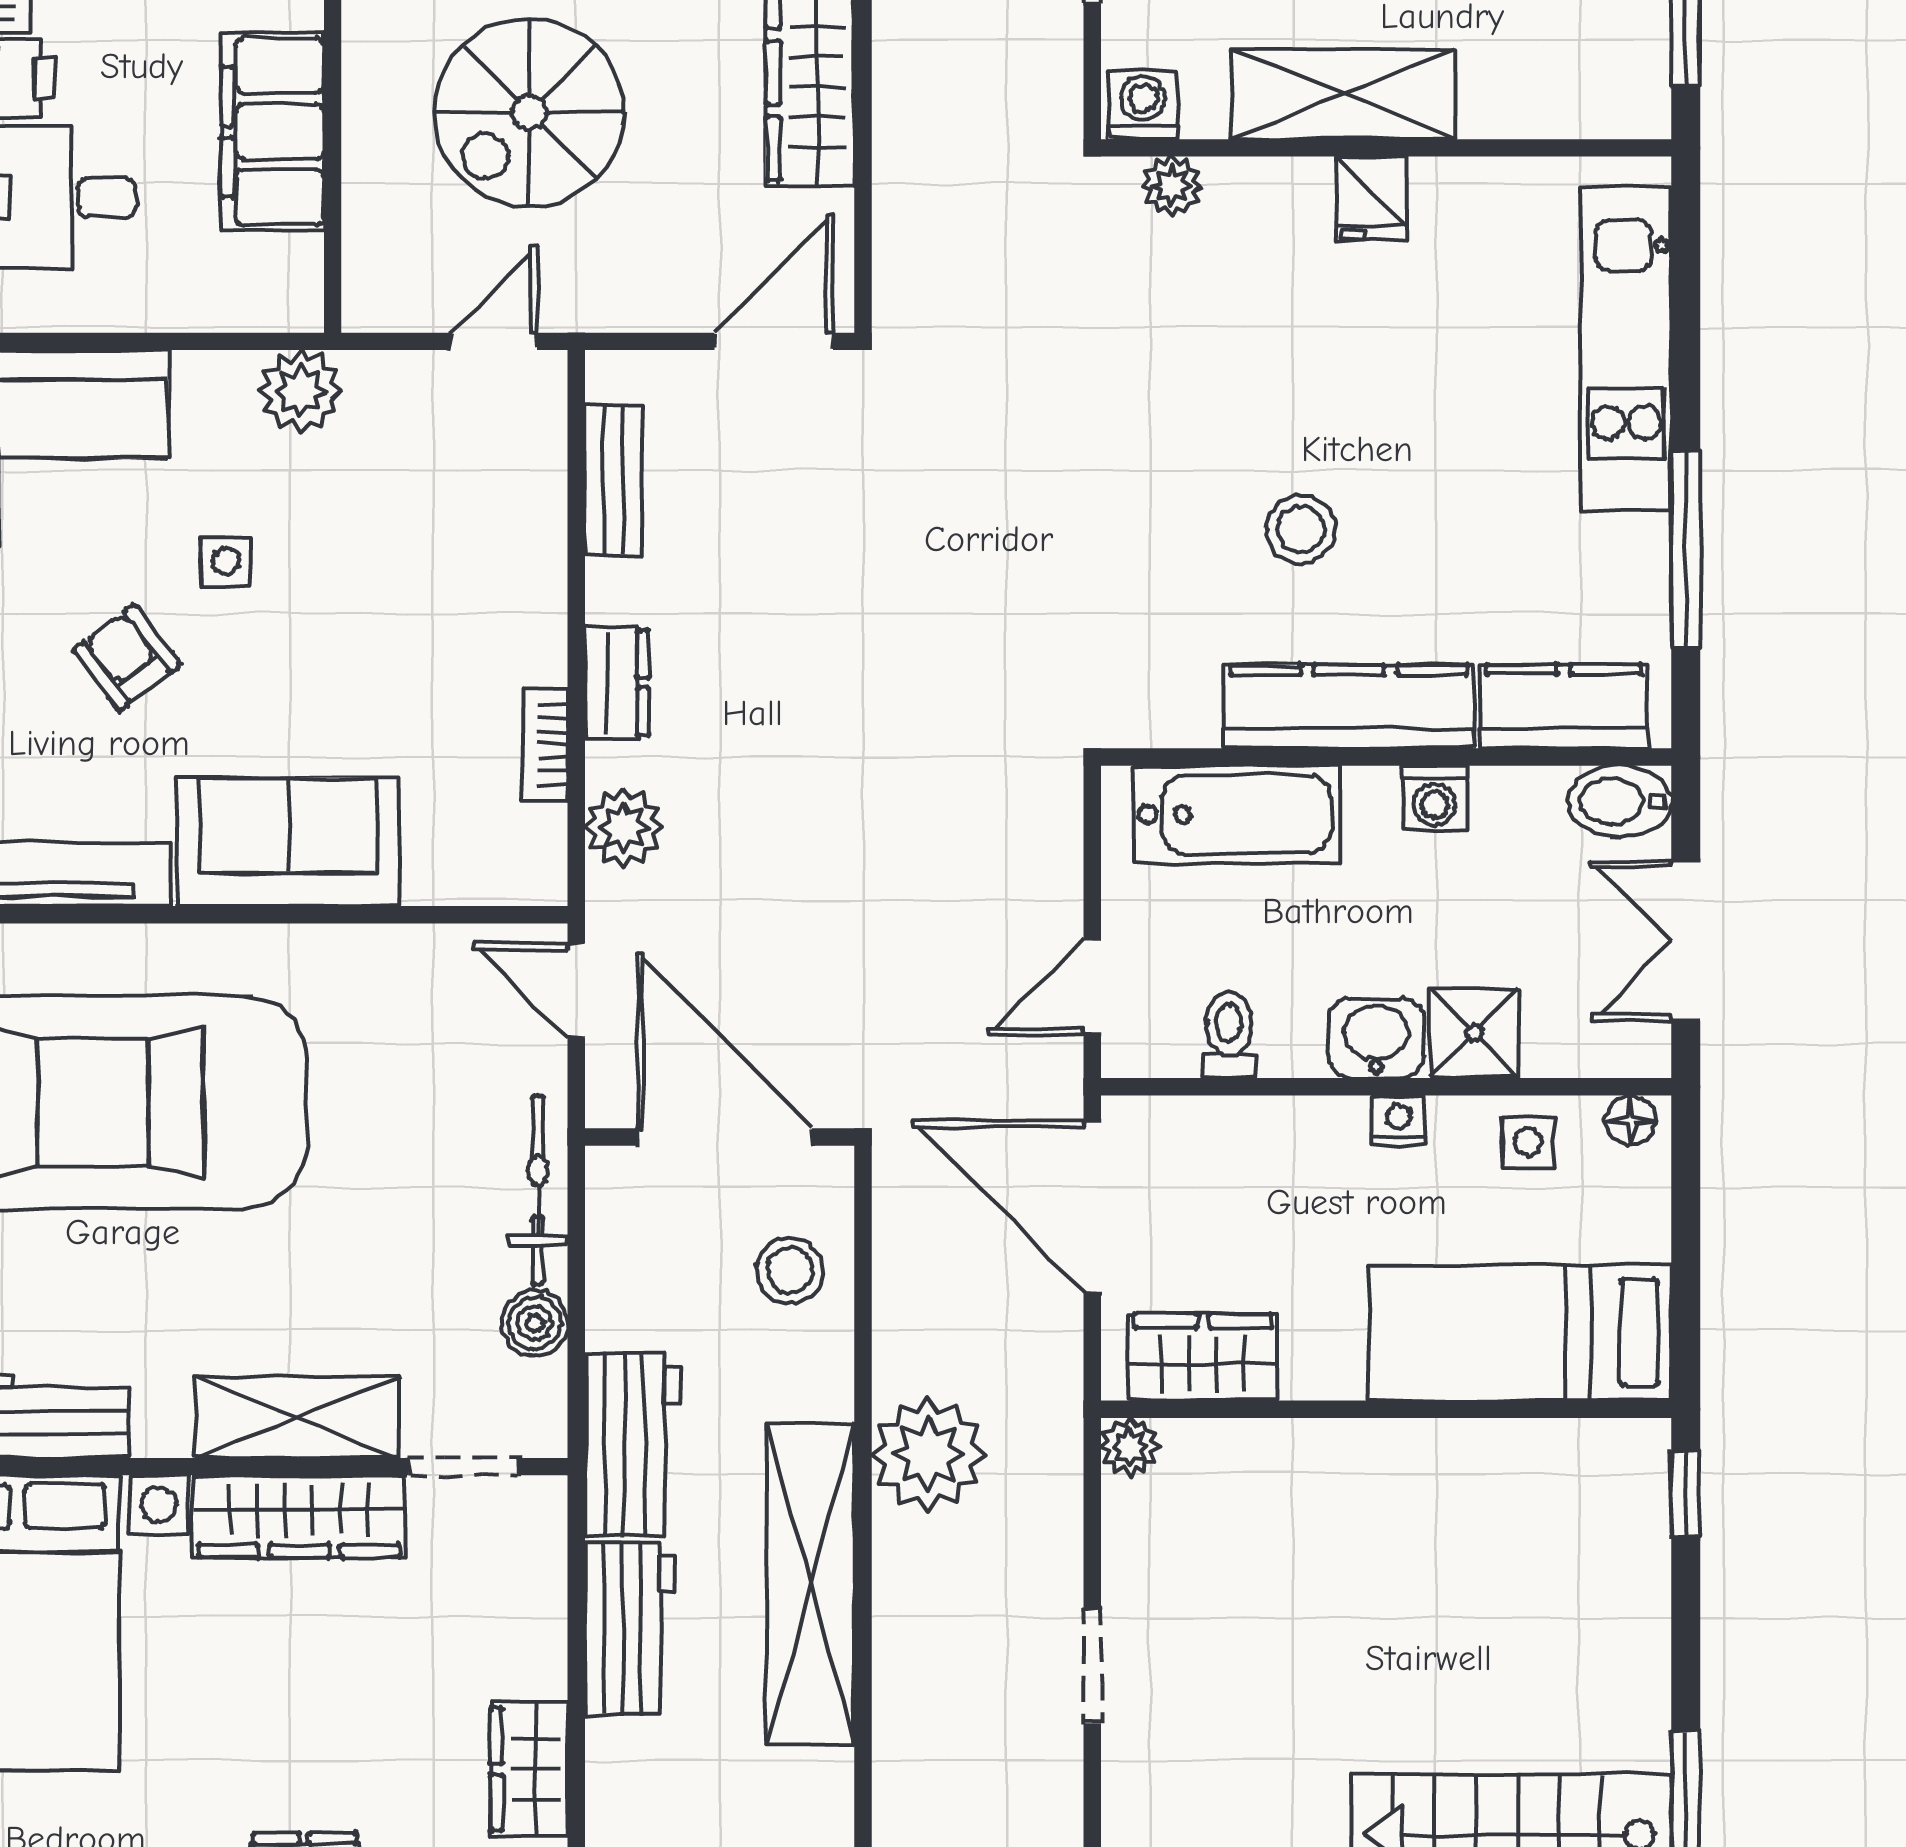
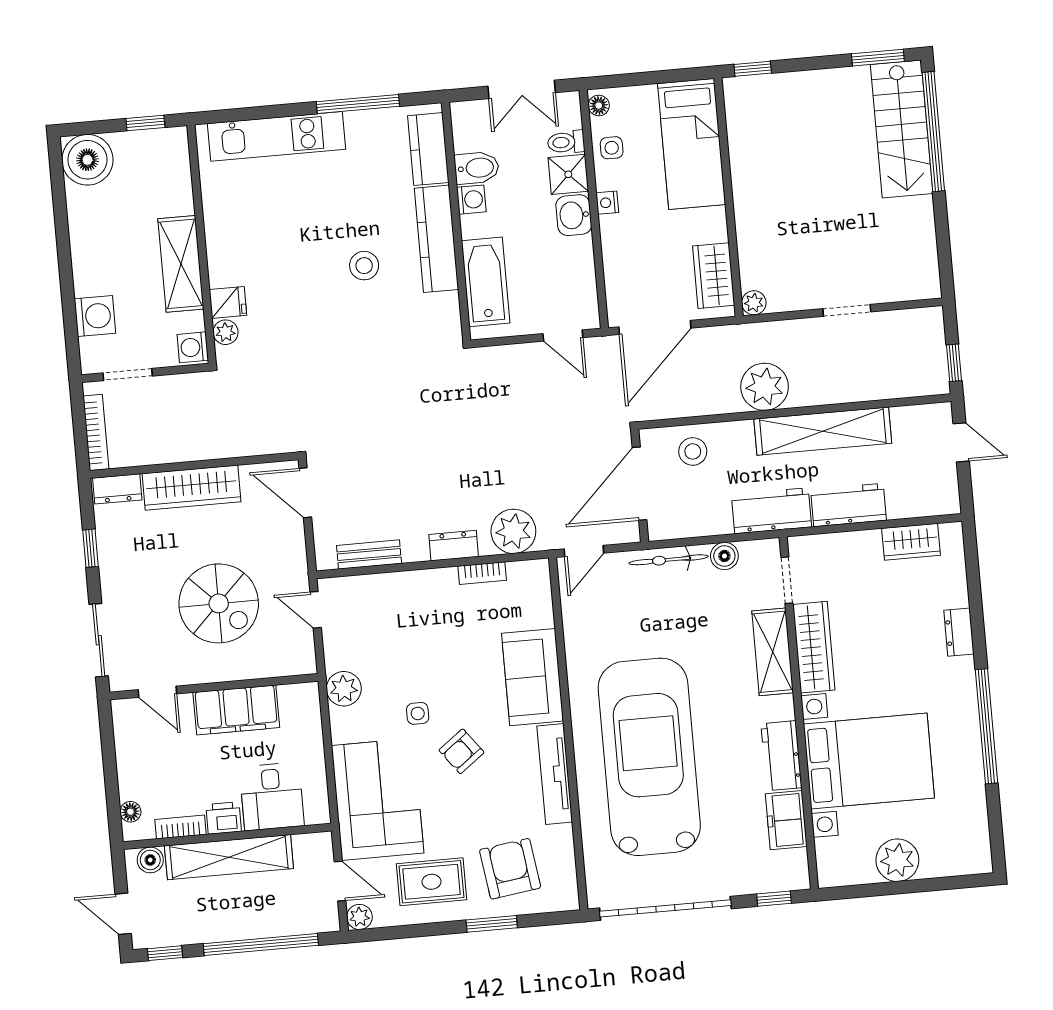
fridge: (1371, 198) -> (228, 302), moved
bidet: (1620, 802) -> (477, 168), moved, turned -90
plant: (624, 828) -> (513, 531), width x1.36, depth x1.36
toilet: (1229, 1035) -> (566, 142), moved

